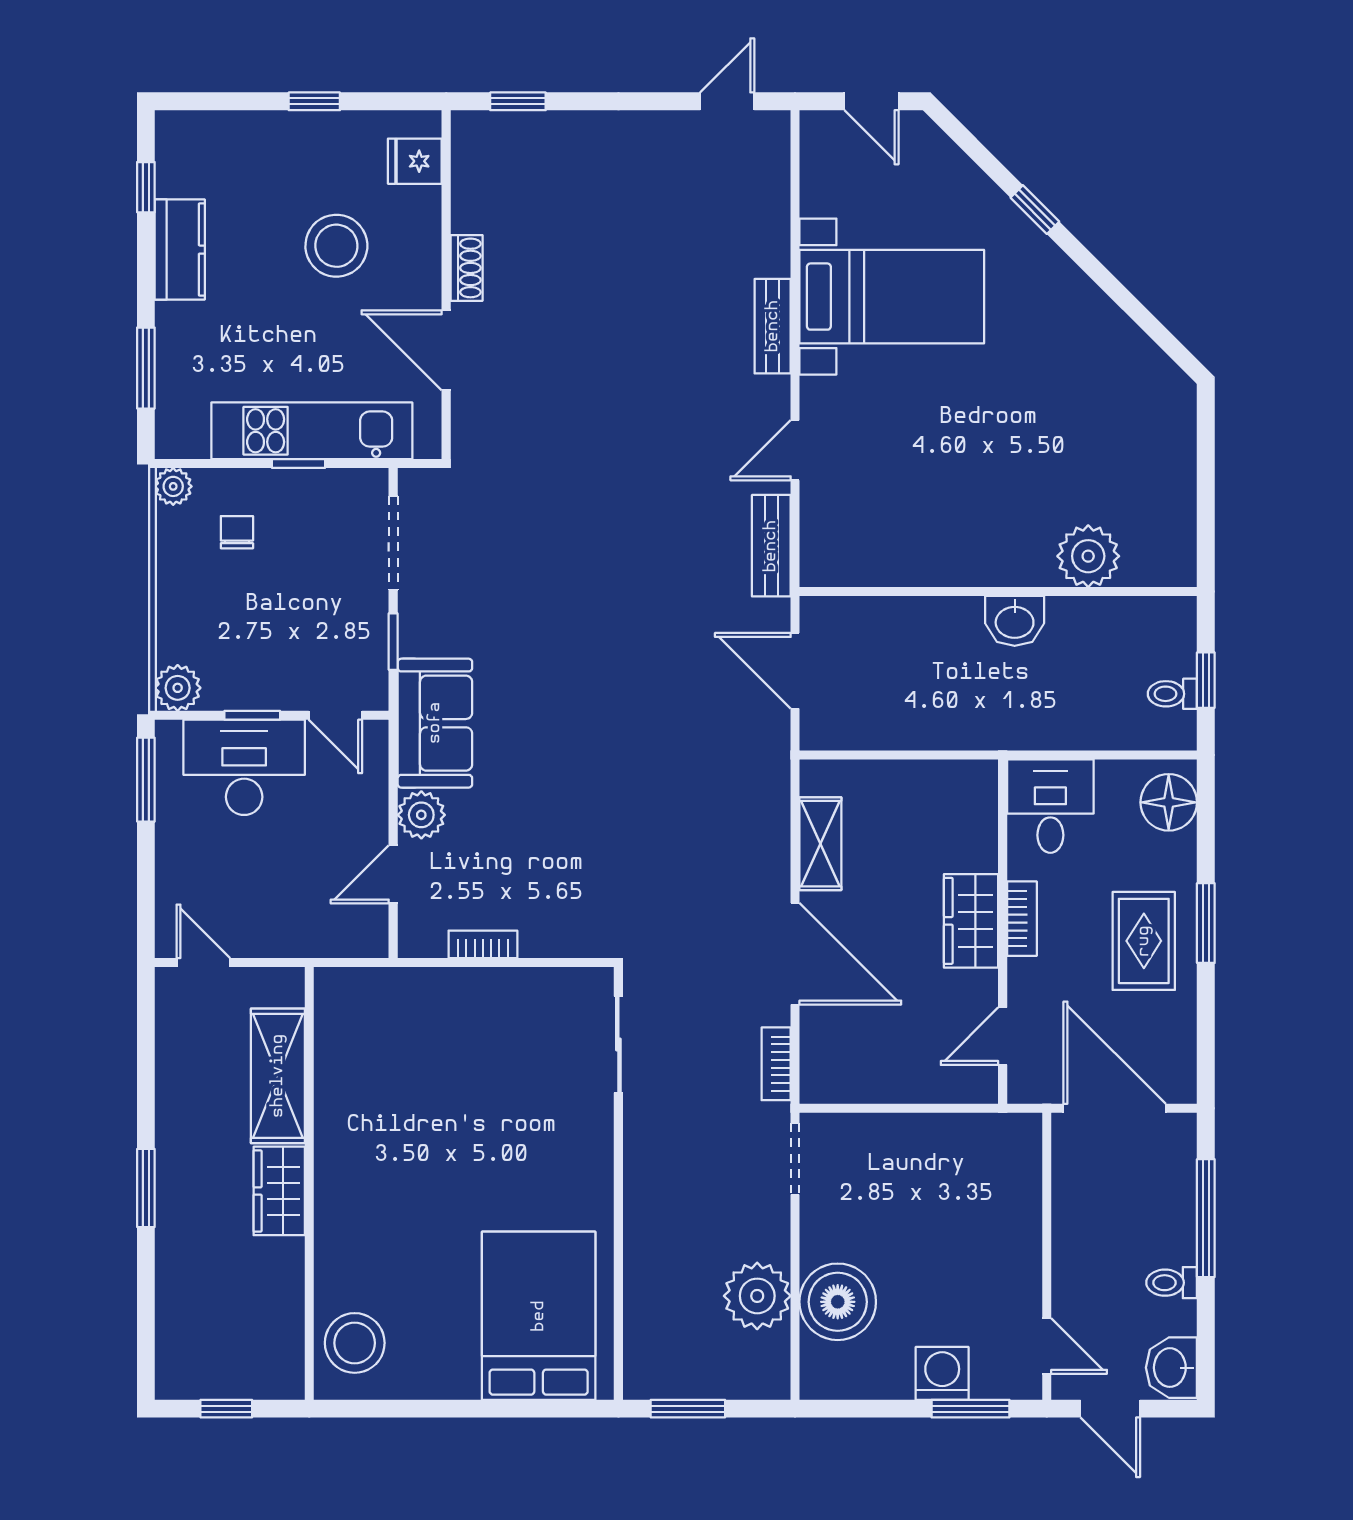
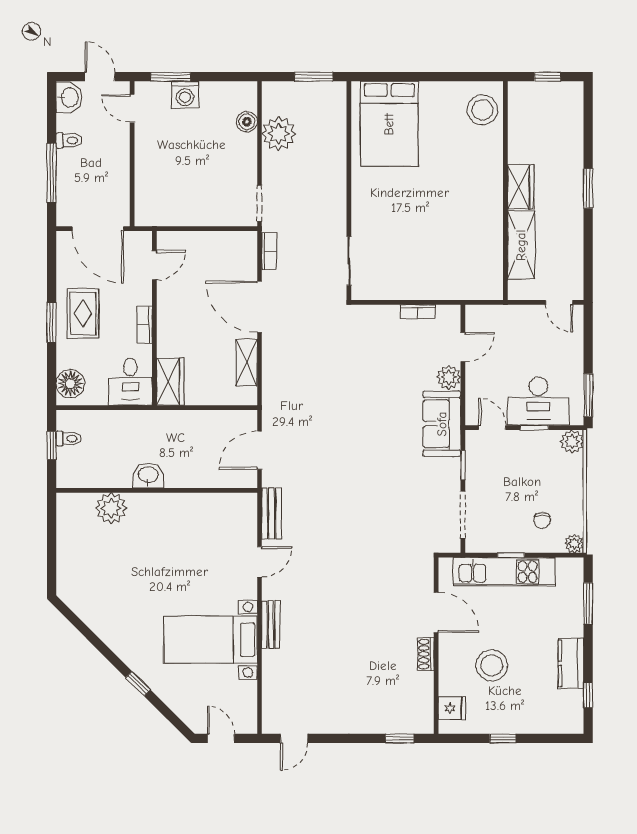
door: (795, 671) -> (259, 450), swing flipped
wardrobe: (971, 921) -> (170, 382), moved
boiler: (838, 1302) -> (247, 122), width x0.54, depth x0.54

